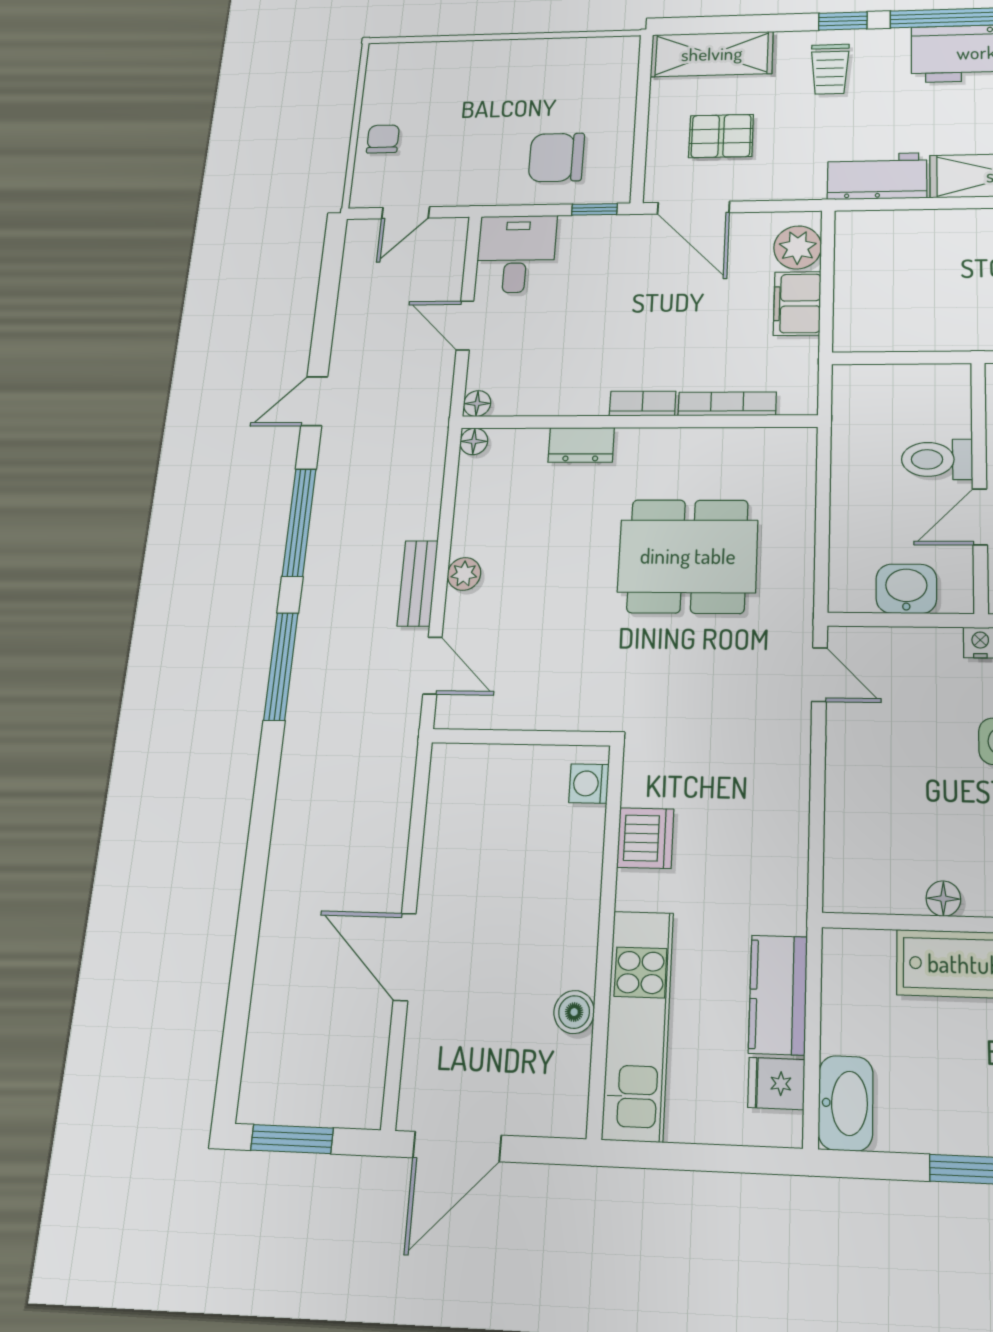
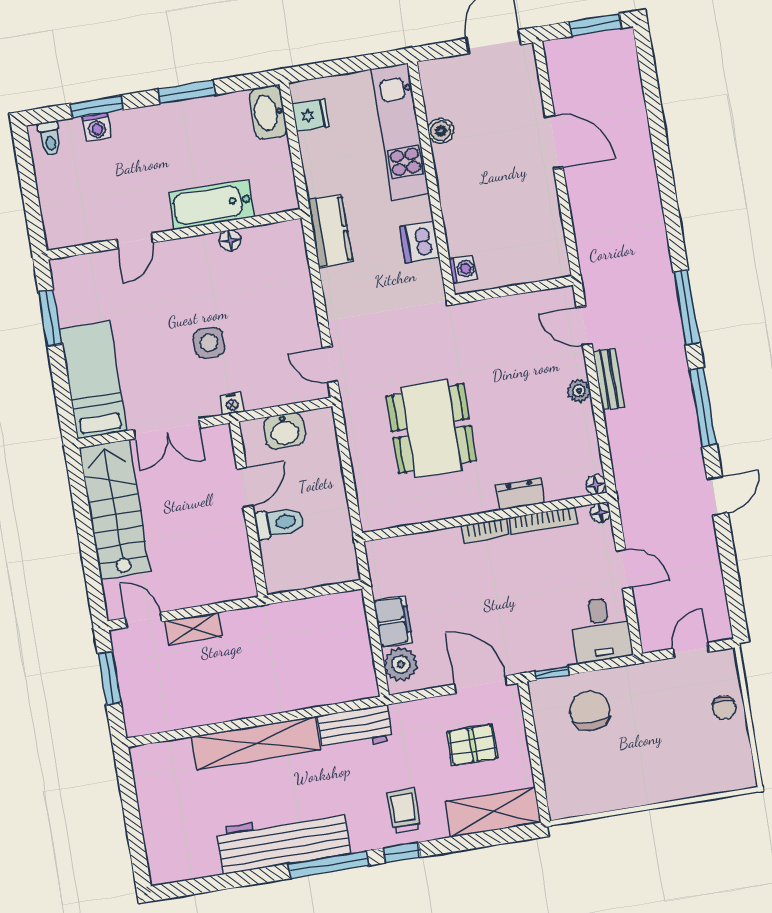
chair: (556, 157) -> (590, 711), turned -90
bookcase: (727, 404) -> (543, 521), moved
dining table: (688, 556) -> (431, 428), turned 90
kitchen counter: (778, 995) -> (330, 231), moved

